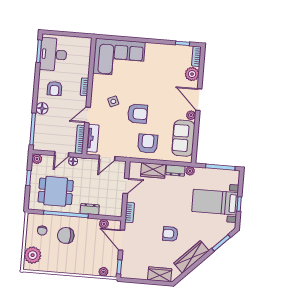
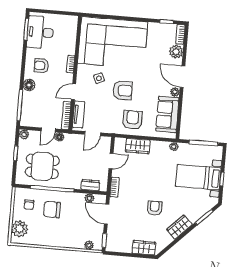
corner sofa: (119, 58) -> (113, 43), width x1.36, depth x1.36
armchair: (55, 89) -> (41, 66), turned 90
dresser: (175, 170) -> (160, 146), removed
dresser: (90, 209) -> (90, 185), moved
armchair: (170, 234) -> (155, 208), turned 90
wardrobe: (191, 257) -> (179, 227), width x0.67

